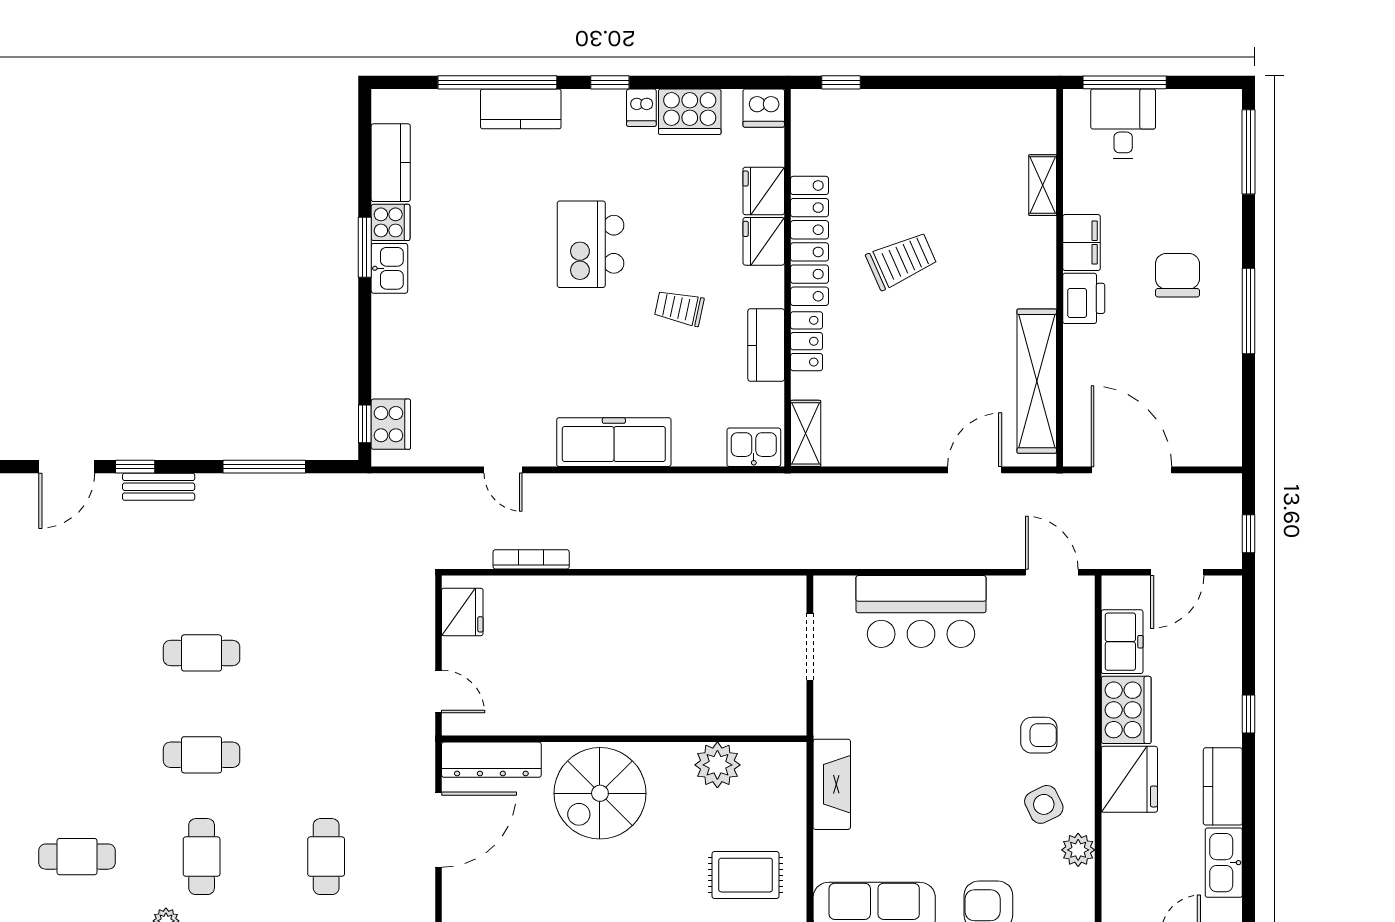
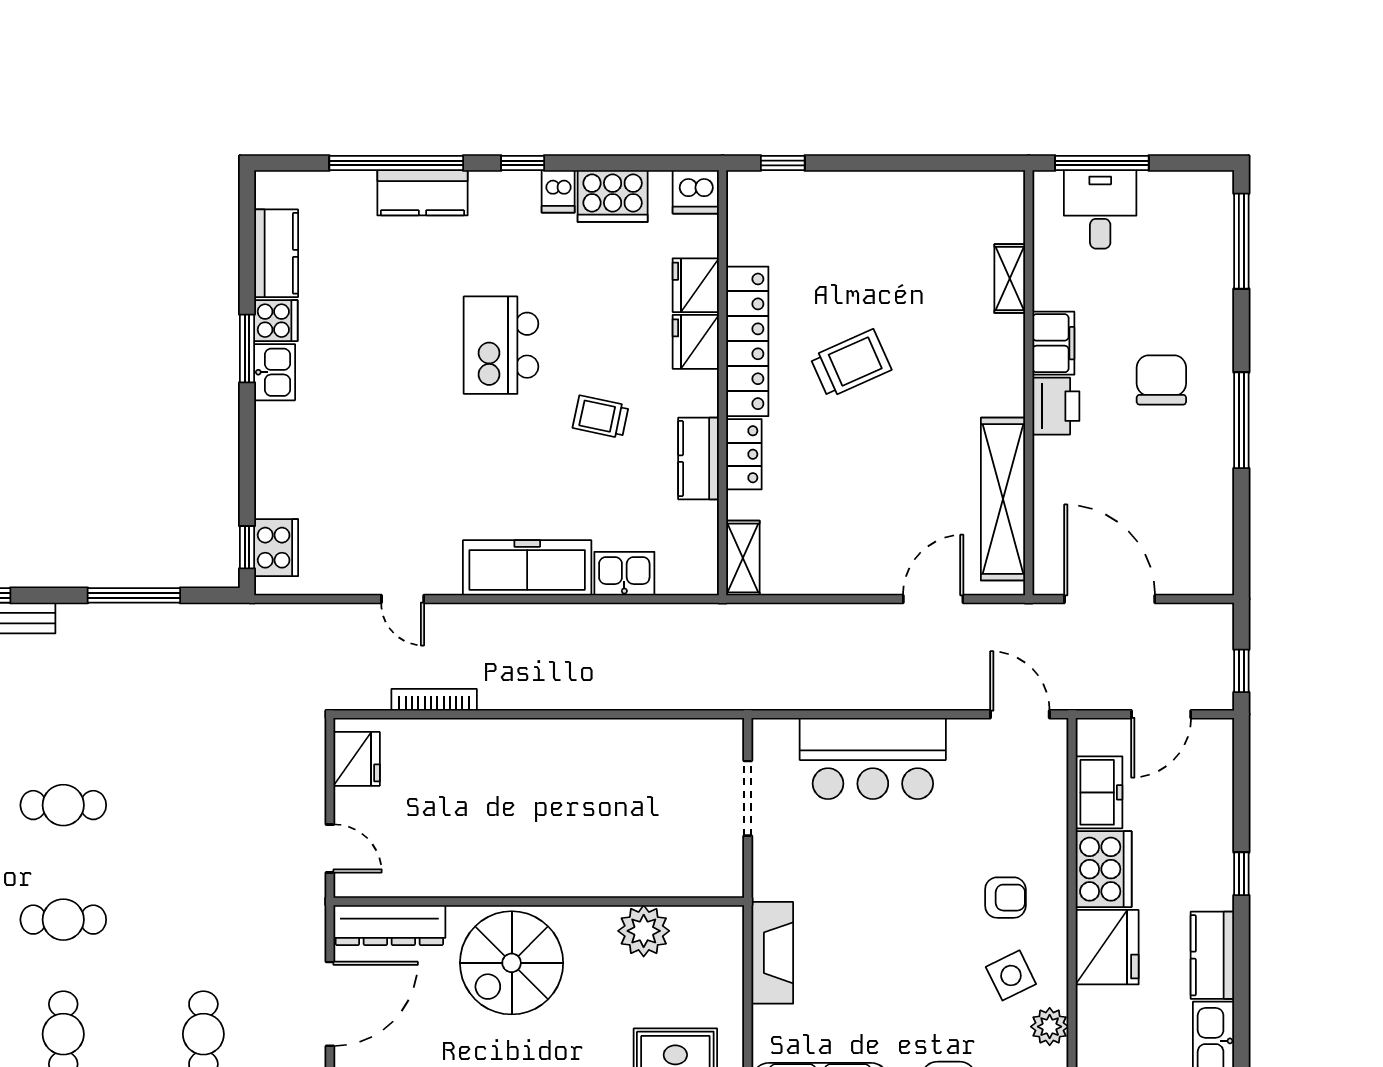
kitchen sink: (754, 447) -> (624, 574), moved

